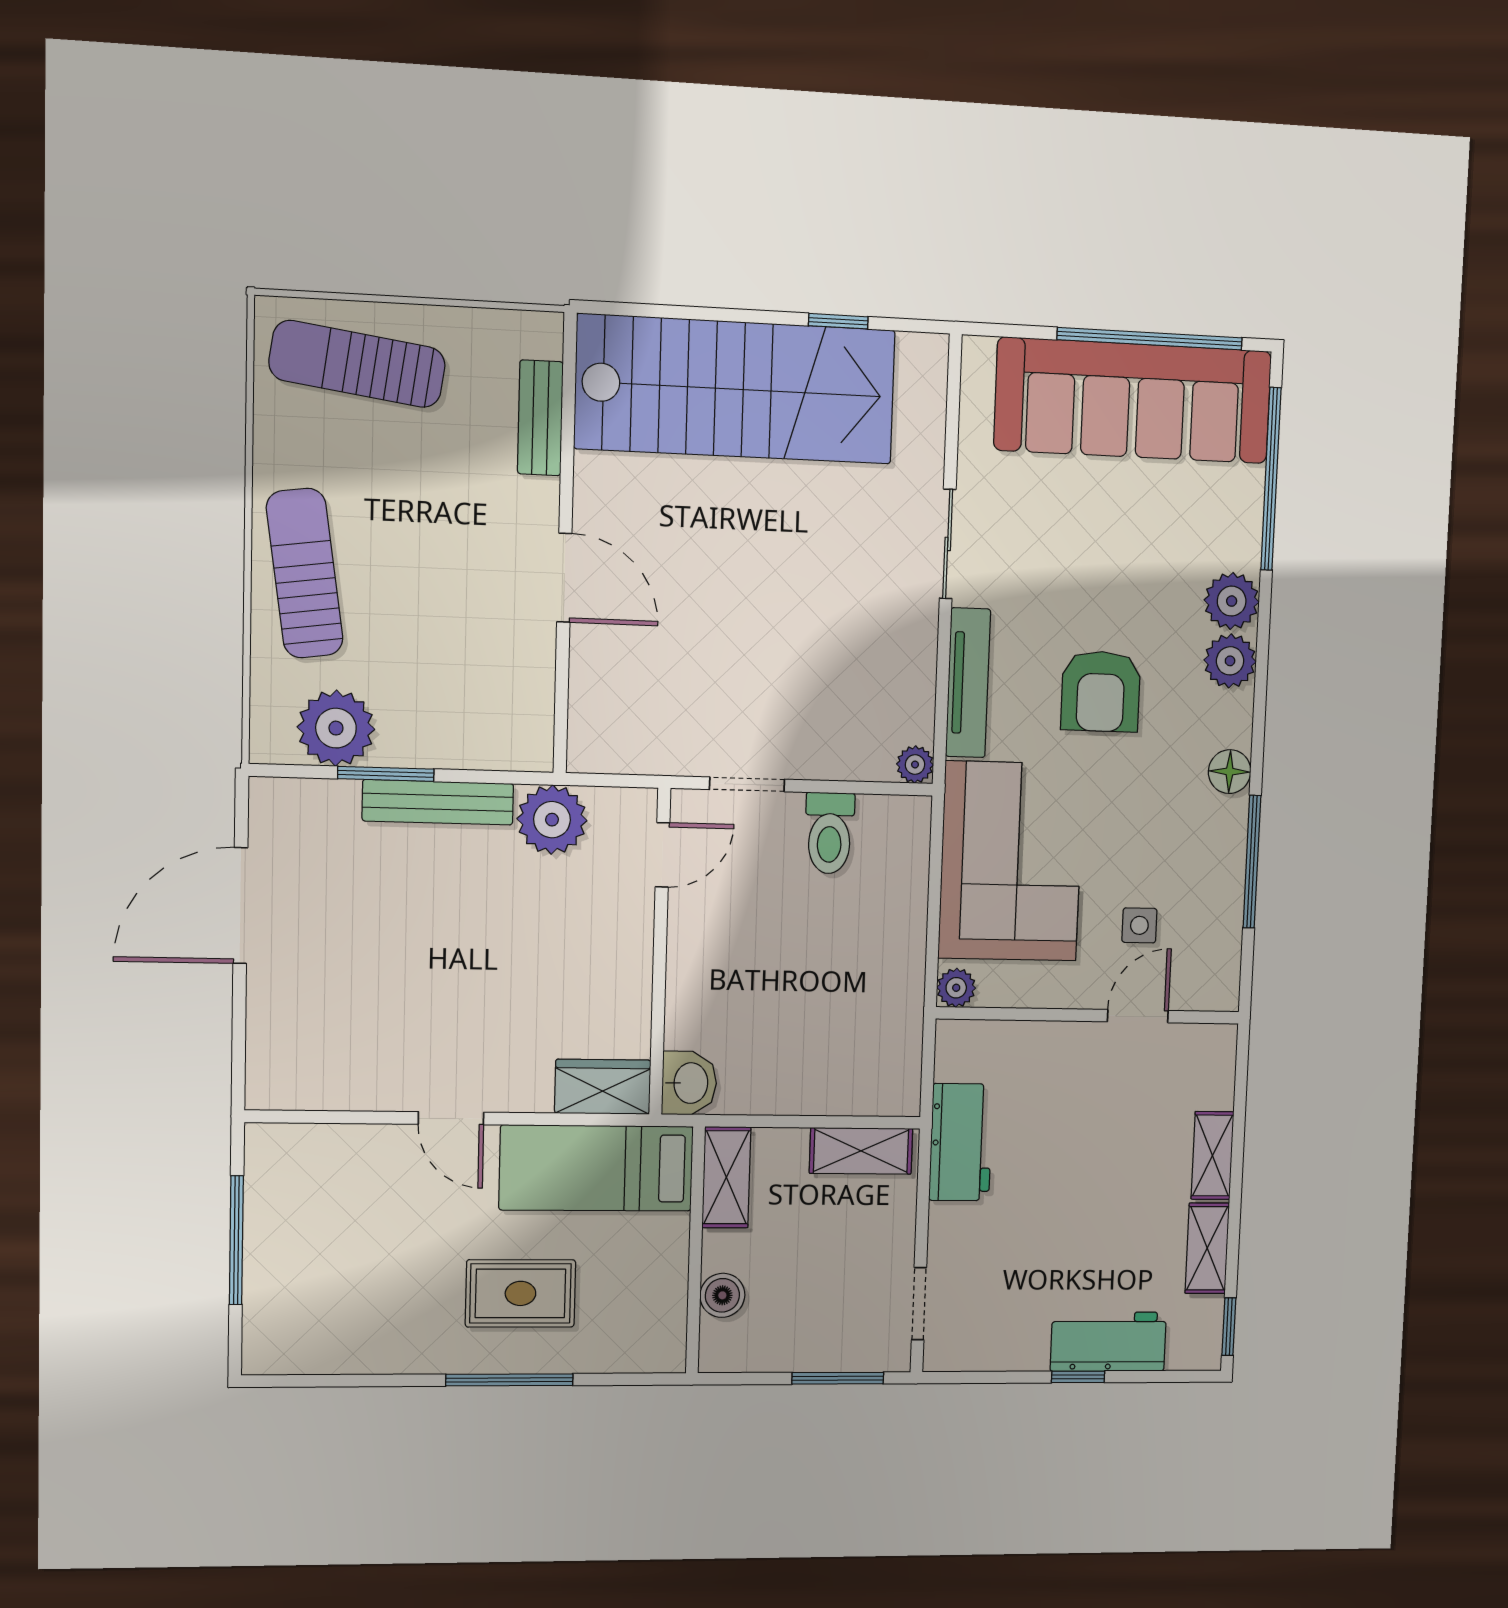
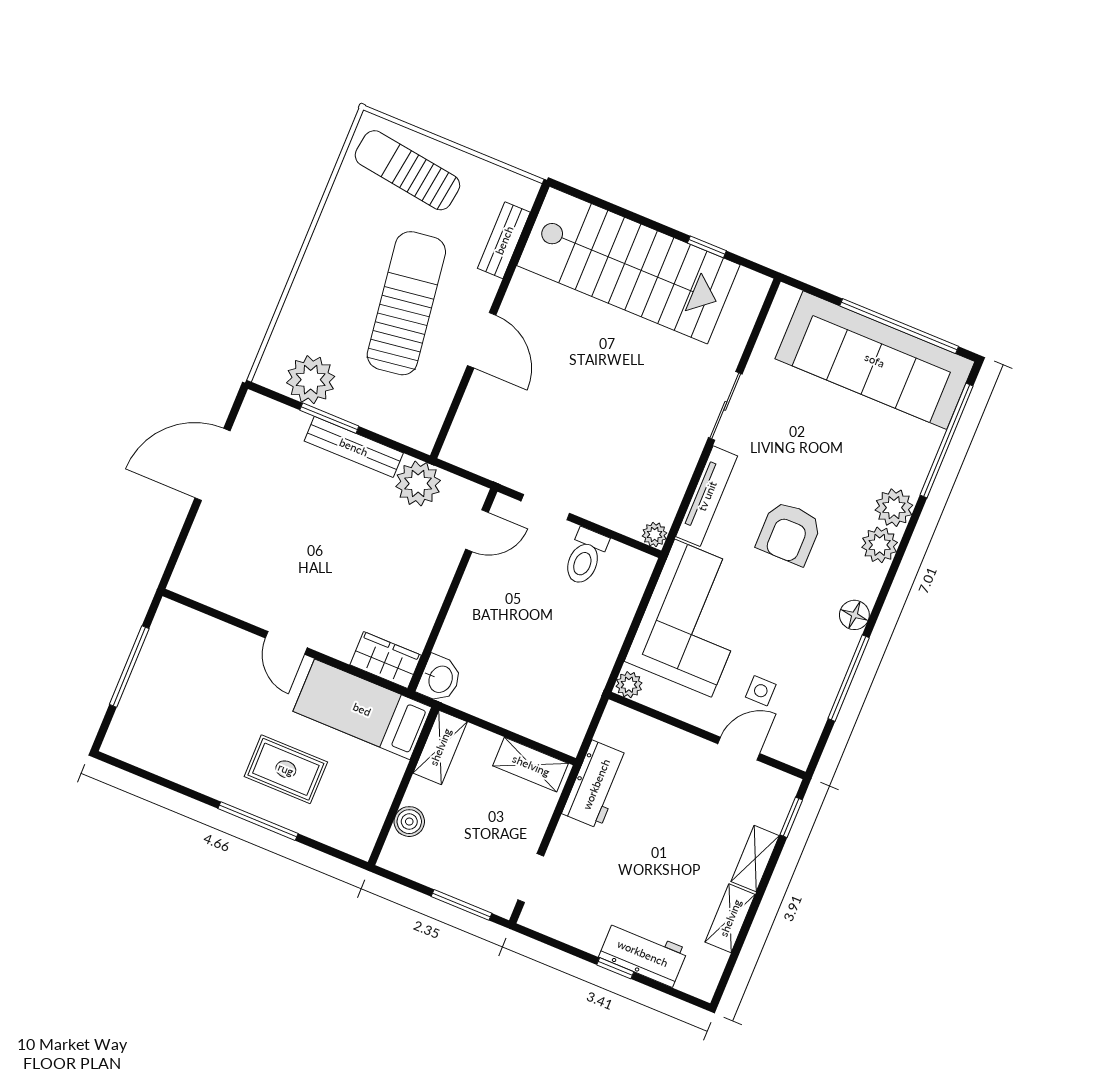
sun lounger: (305, 573) -> (406, 303), moved, width x1.36, depth x1.34
window: (1229, 1327) -> (791, 817), moved

